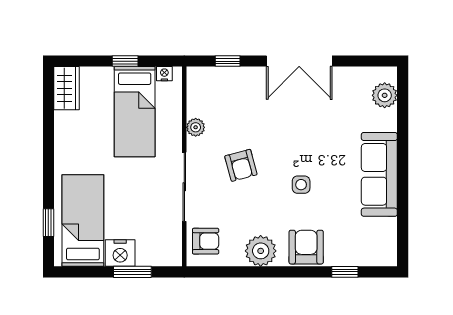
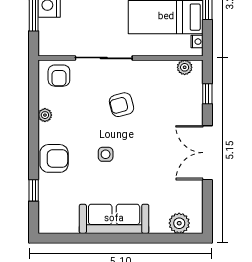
plant: (196, 127) -> (185, 67), moved
plant: (261, 251) -> (45, 115), width x0.53, depth x0.53

